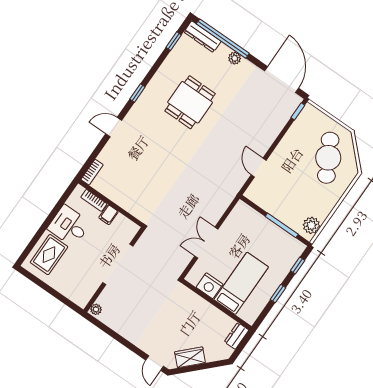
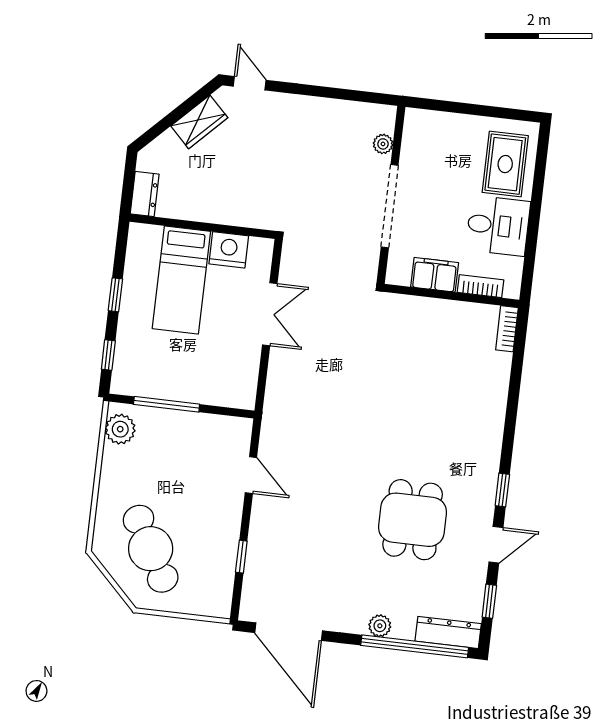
window: (298, 111) -> (241, 557), moved
door: (114, 127) -> (496, 545), moved
filing cabinet: (109, 215) -> (435, 275), width x2.00
plant: (96, 309) -> (383, 144), moved

